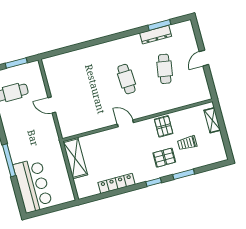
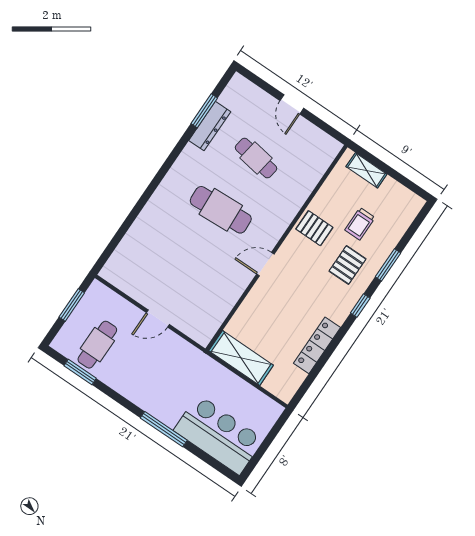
cafe table: (126, 79) -> (221, 210), width x1.37, depth x1.35

